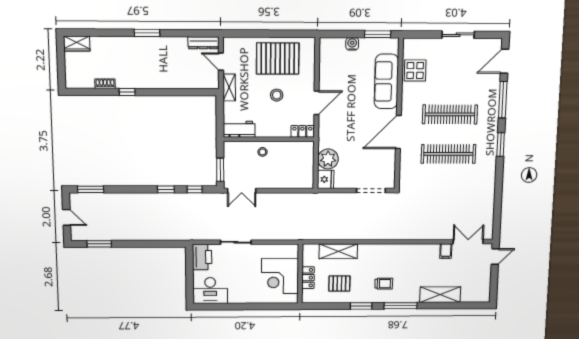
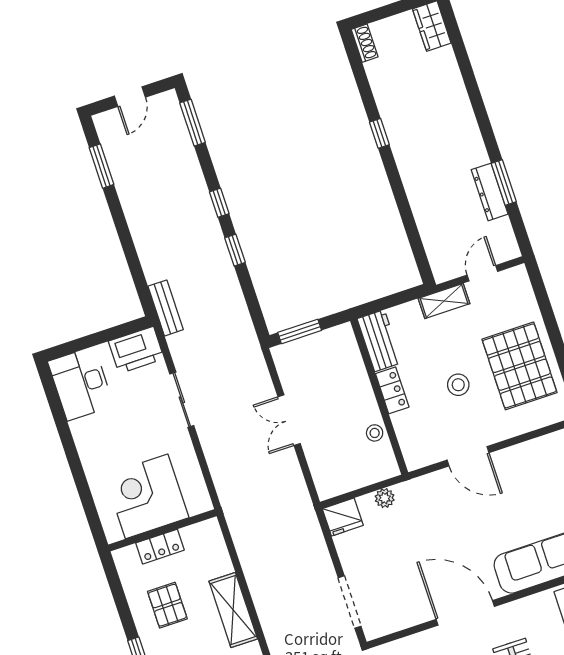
window: (147, 33) -> (504, 183), moved
dresser: (203, 43) -> (490, 192), moved
shoe rack: (105, 84) -> (365, 43), moved
locker: (302, 131) -> (392, 390), moved
stool: (263, 152) -> (375, 433), moved
plant: (328, 159) -> (385, 498), width x0.53, depth x0.53
window: (195, 189) -> (219, 203), moved
double door: (242, 191) -> (289, 420), moved
bench: (185, 235) -> (166, 308), added
shelving: (338, 251) -> (233, 610), moved

